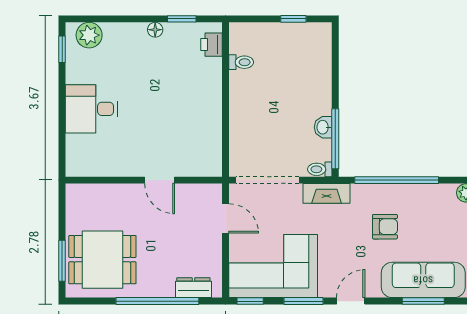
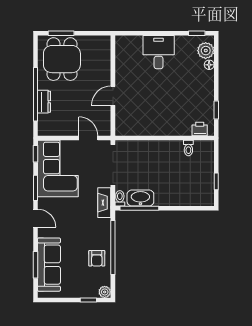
floor lamp: (155, 30) -> (209, 65), moved
washbasin: (323, 127) -> (140, 198), width x1.91, depth x1.45
door: (226, 218) -> (88, 138), swing flipped
armchair: (385, 227) -> (97, 258), moved
dresser: (193, 288) -> (44, 102), moved

